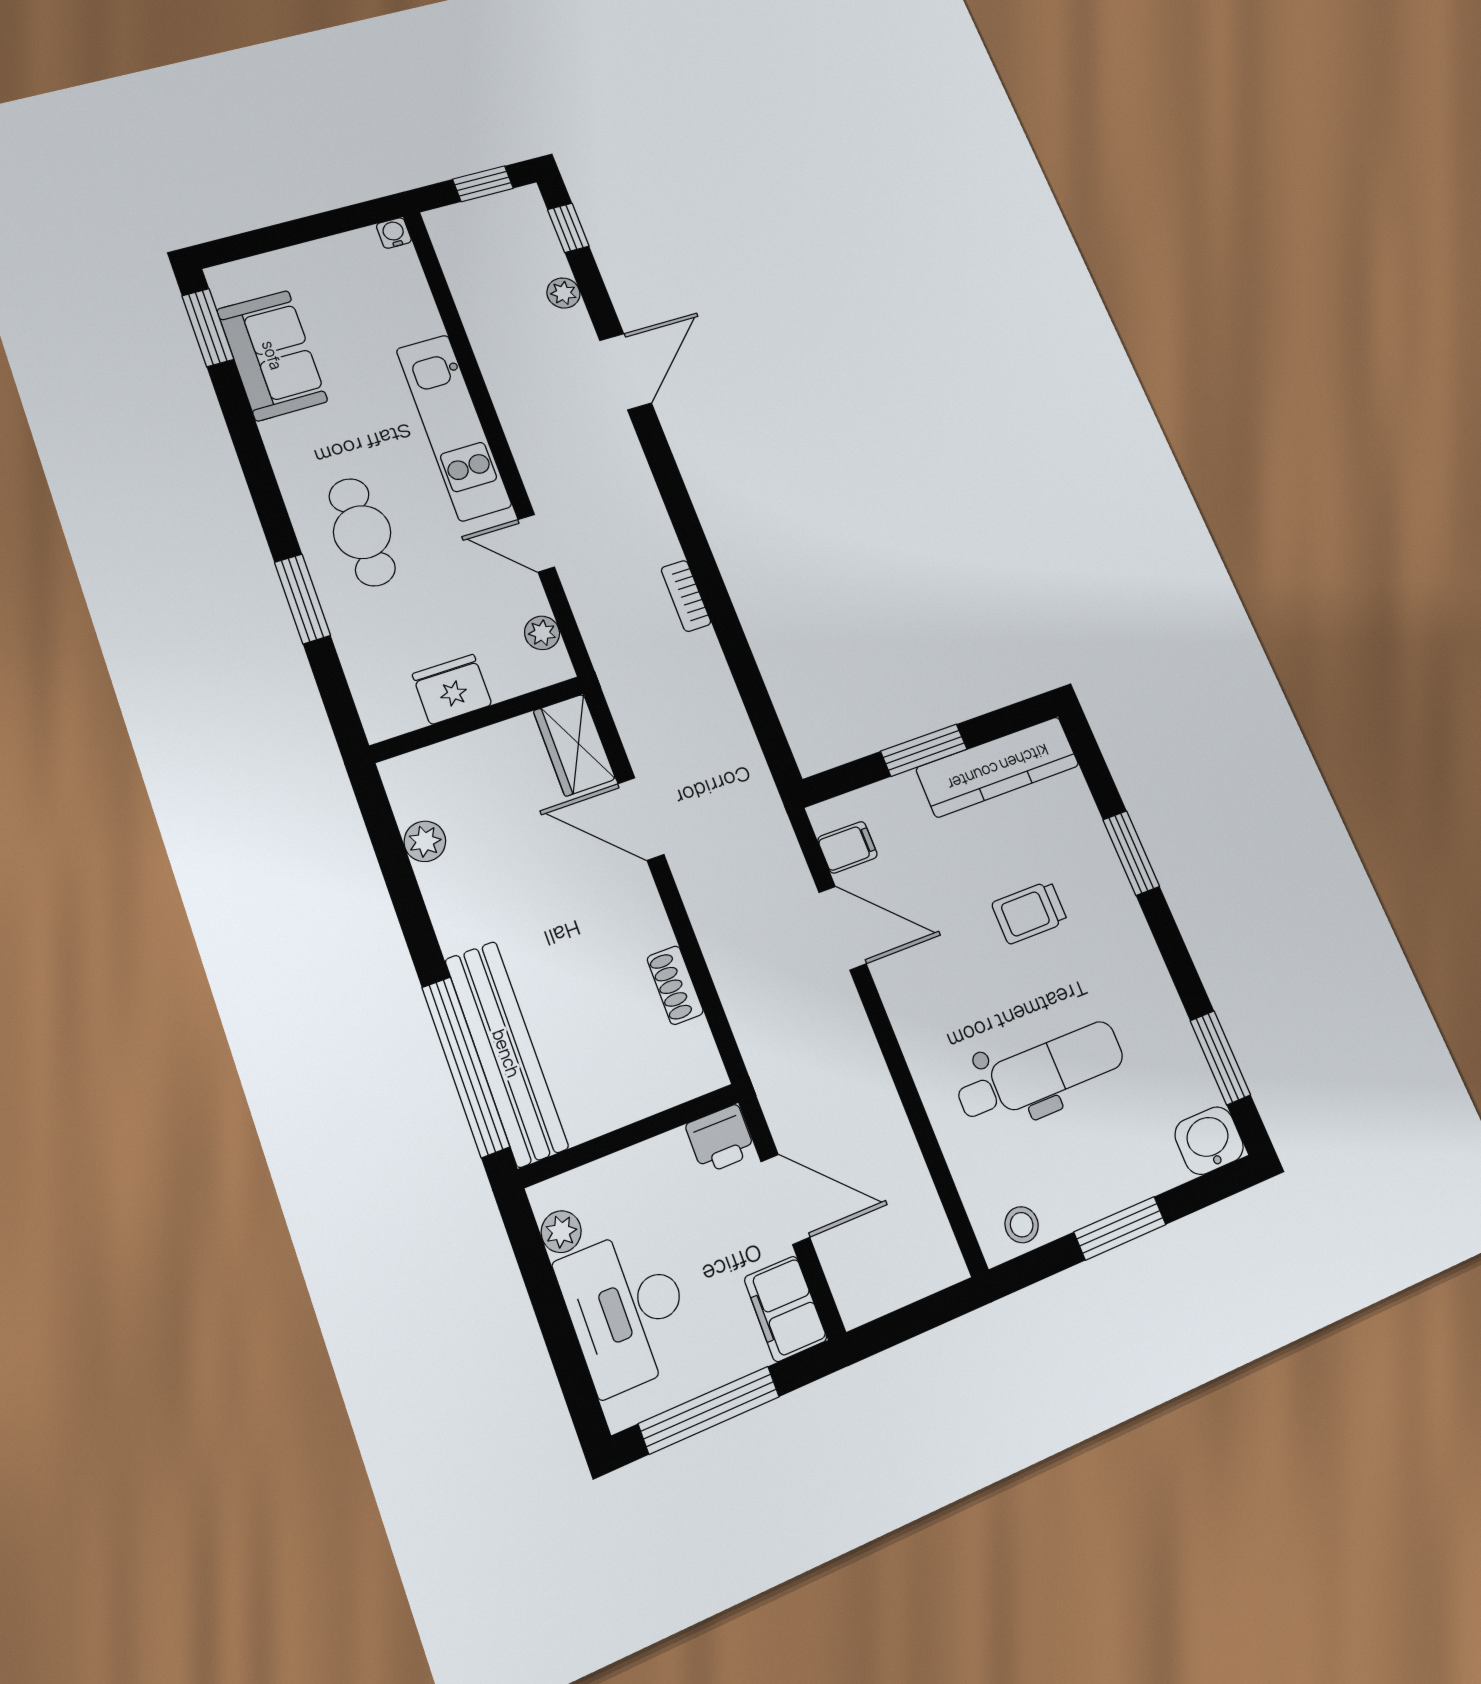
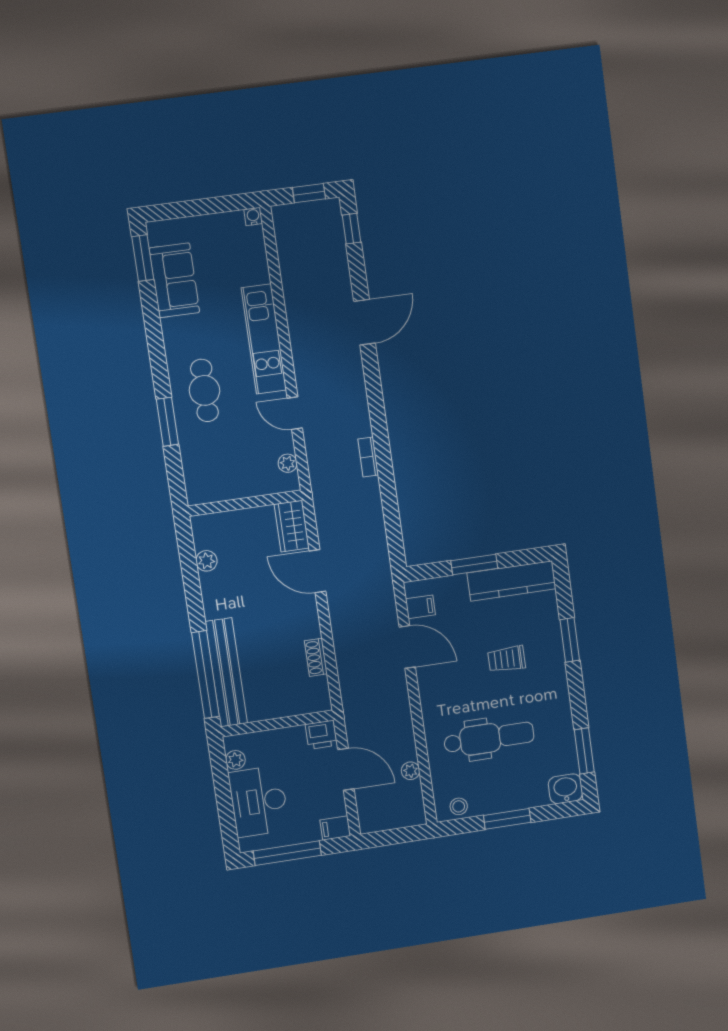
plant: (563, 293) -> (411, 771), moved
fridge: (452, 689) -> (235, 485), removed
filing cabinet: (786, 1309) -> (335, 828), width x0.50

